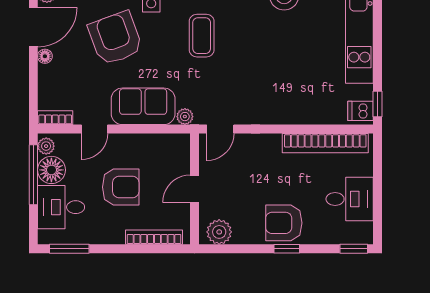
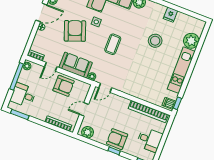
floor lamp: (51, 170) -> (25, 77), removed
armchair: (121, 187) -> (64, 86), moved

